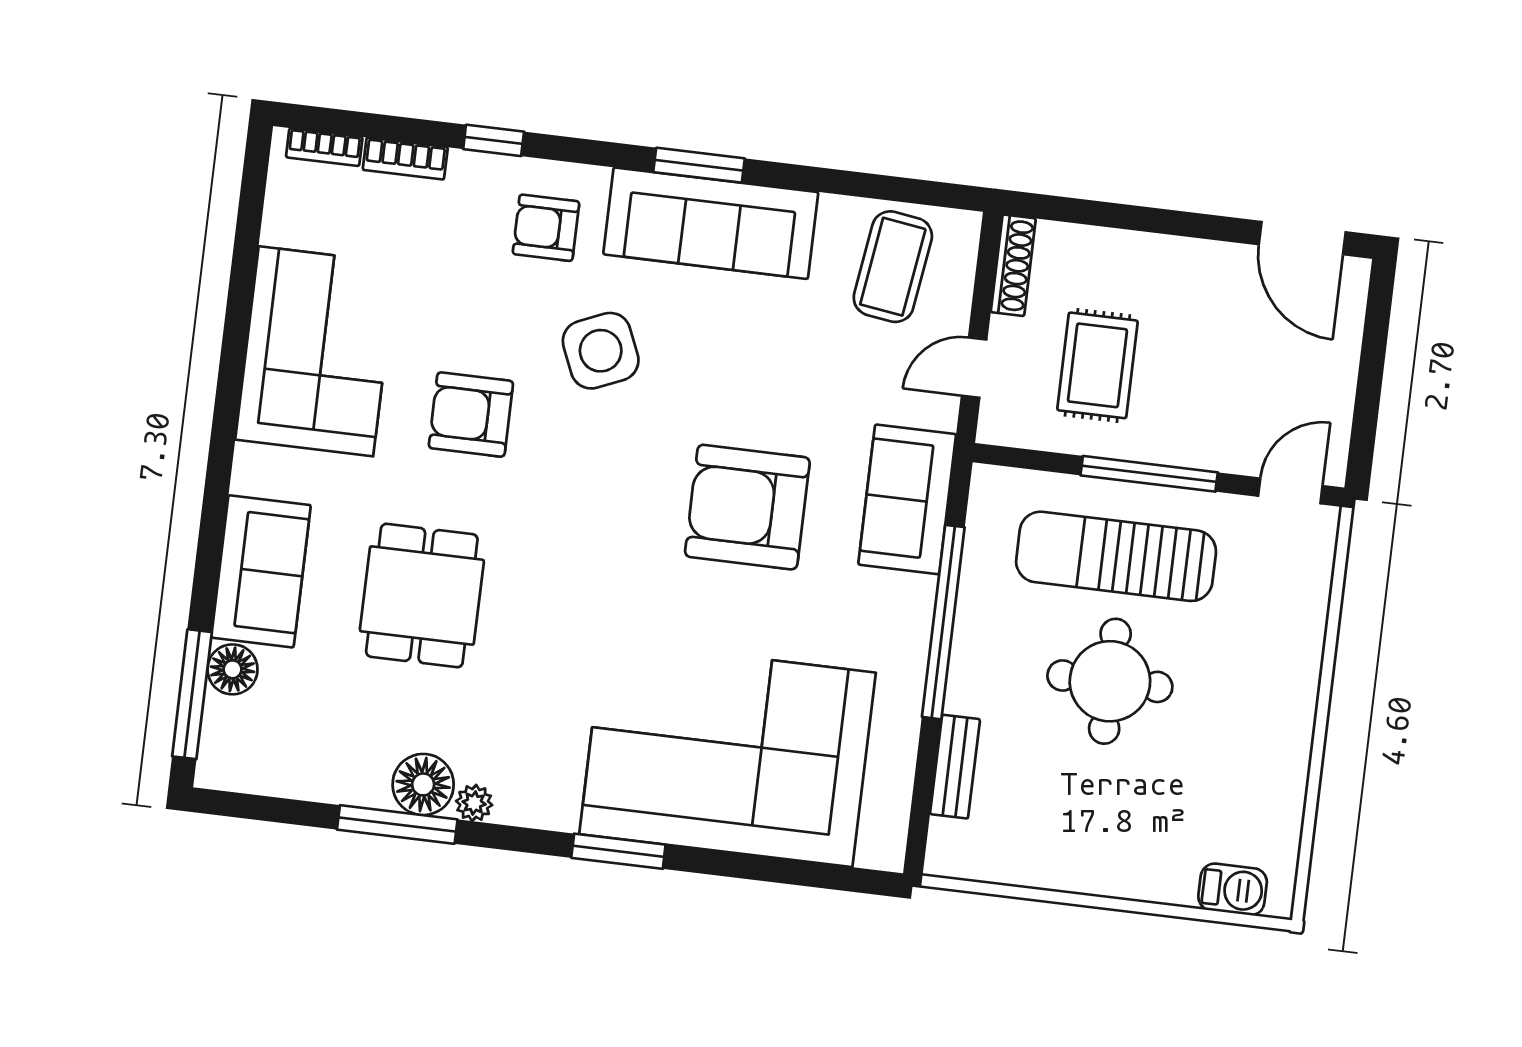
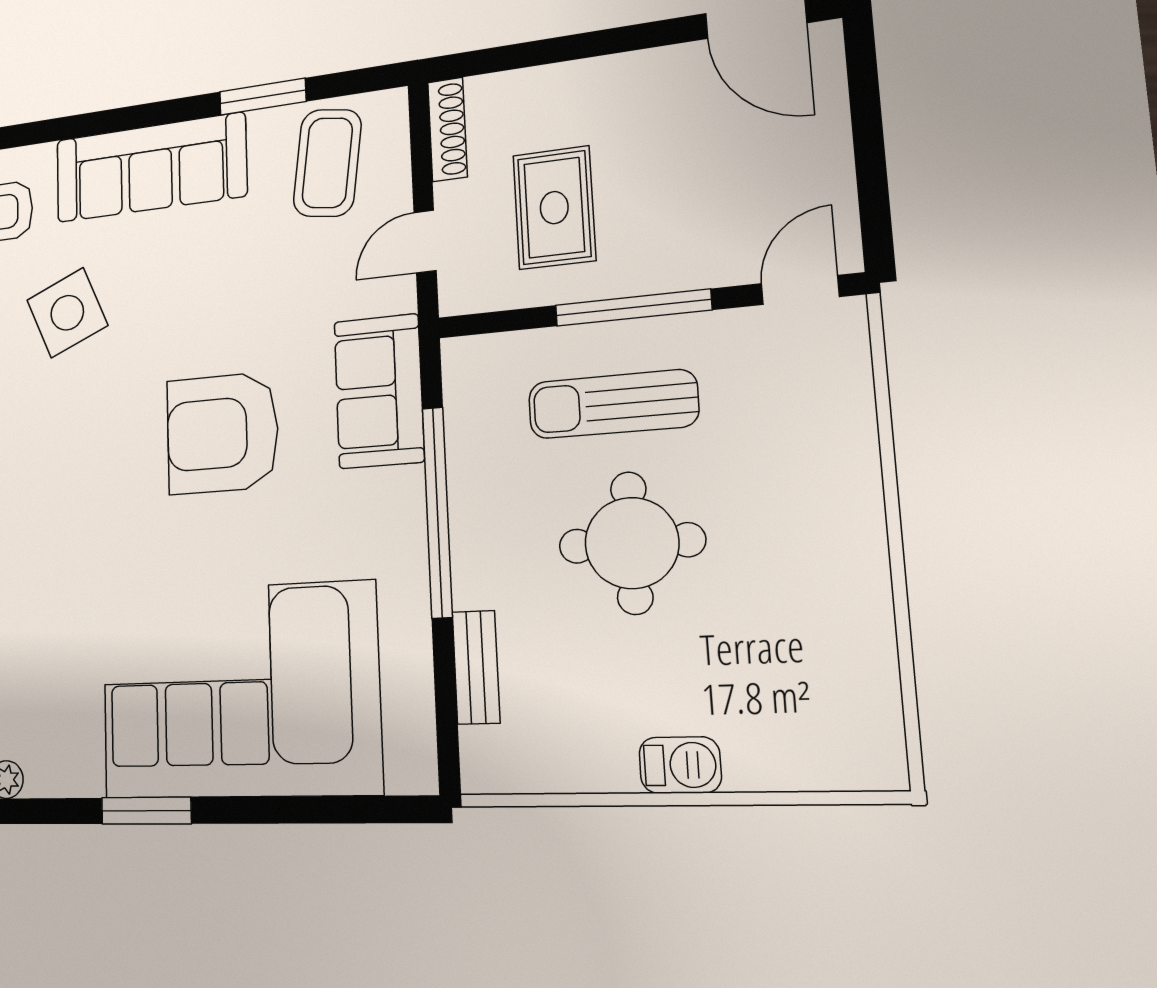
window: (699, 165) -> (263, 97), moved
sun lounger: (1116, 556) -> (613, 404), width x0.73, depth x0.75
barbecue: (1233, 889) -> (680, 765), moved

